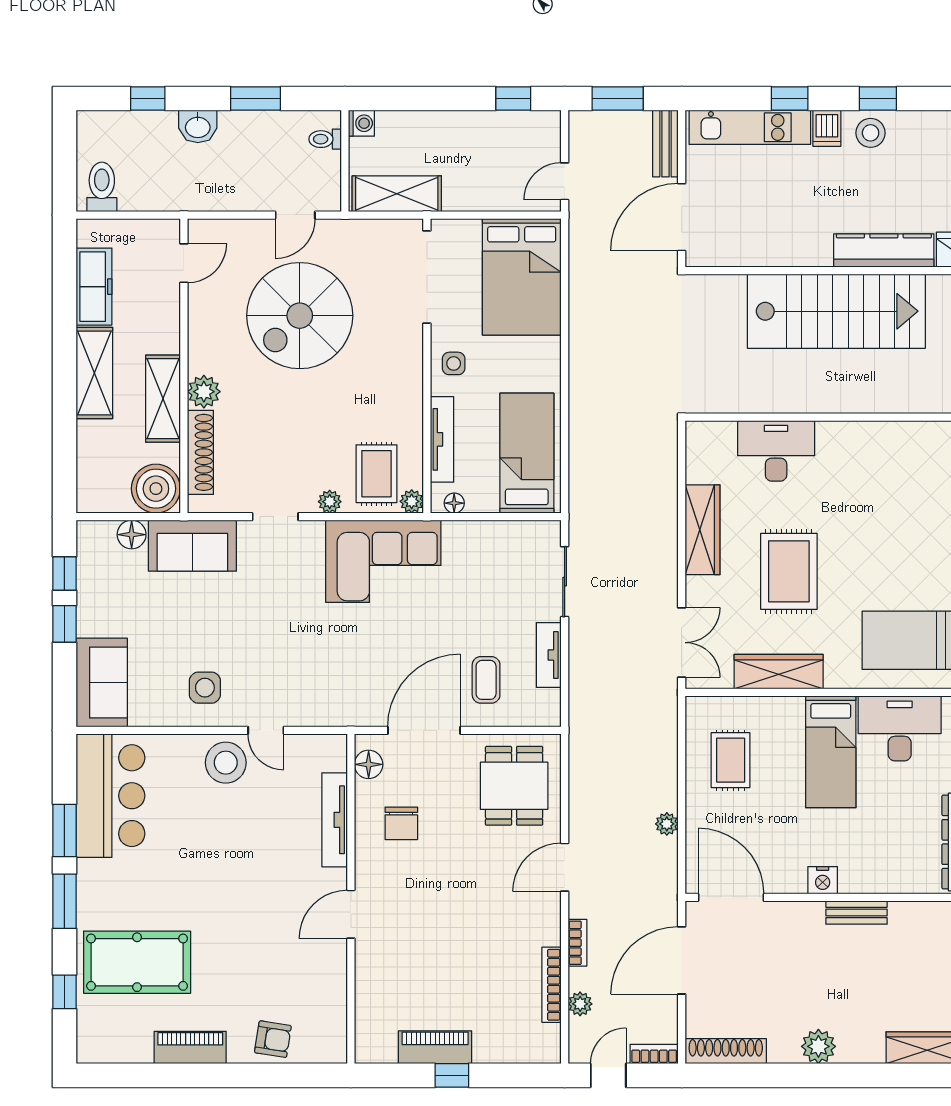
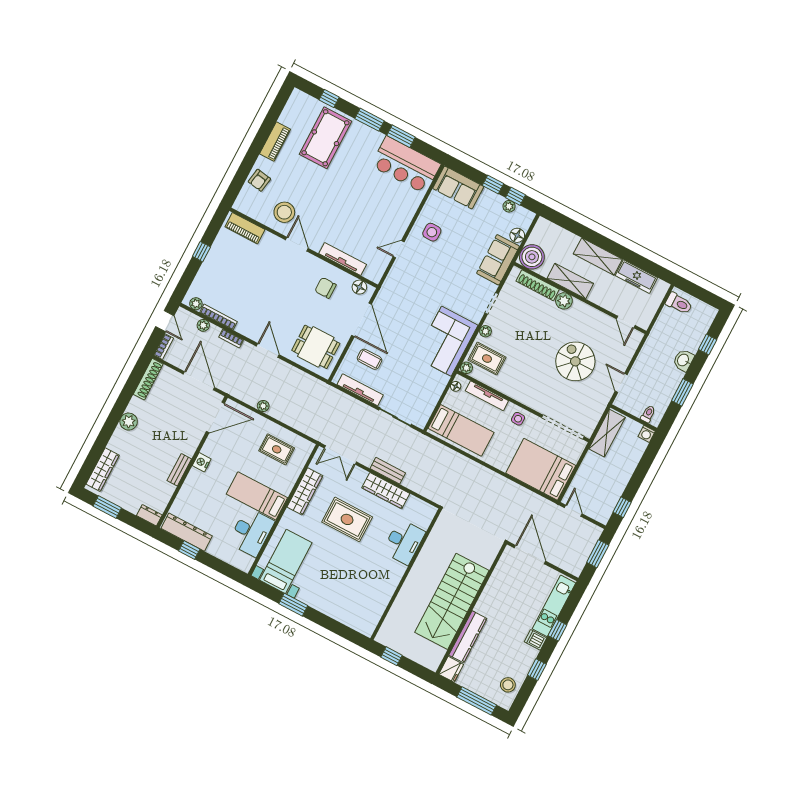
stool: (871, 133) -> (508, 685), moved
bench: (665, 144) -> (388, 471), moved
spiral stairs: (300, 316) -> (575, 361), width x0.73, depth x0.73
plant: (88, 576) -> (509, 206), added
tv unit: (549, 655) -> (360, 390), width x1.41
stool: (226, 763) -> (284, 212), moved
plant: (549, 1037) -> (196, 304), added
piano: (435, 1047) -> (245, 228), moved, turned 90

